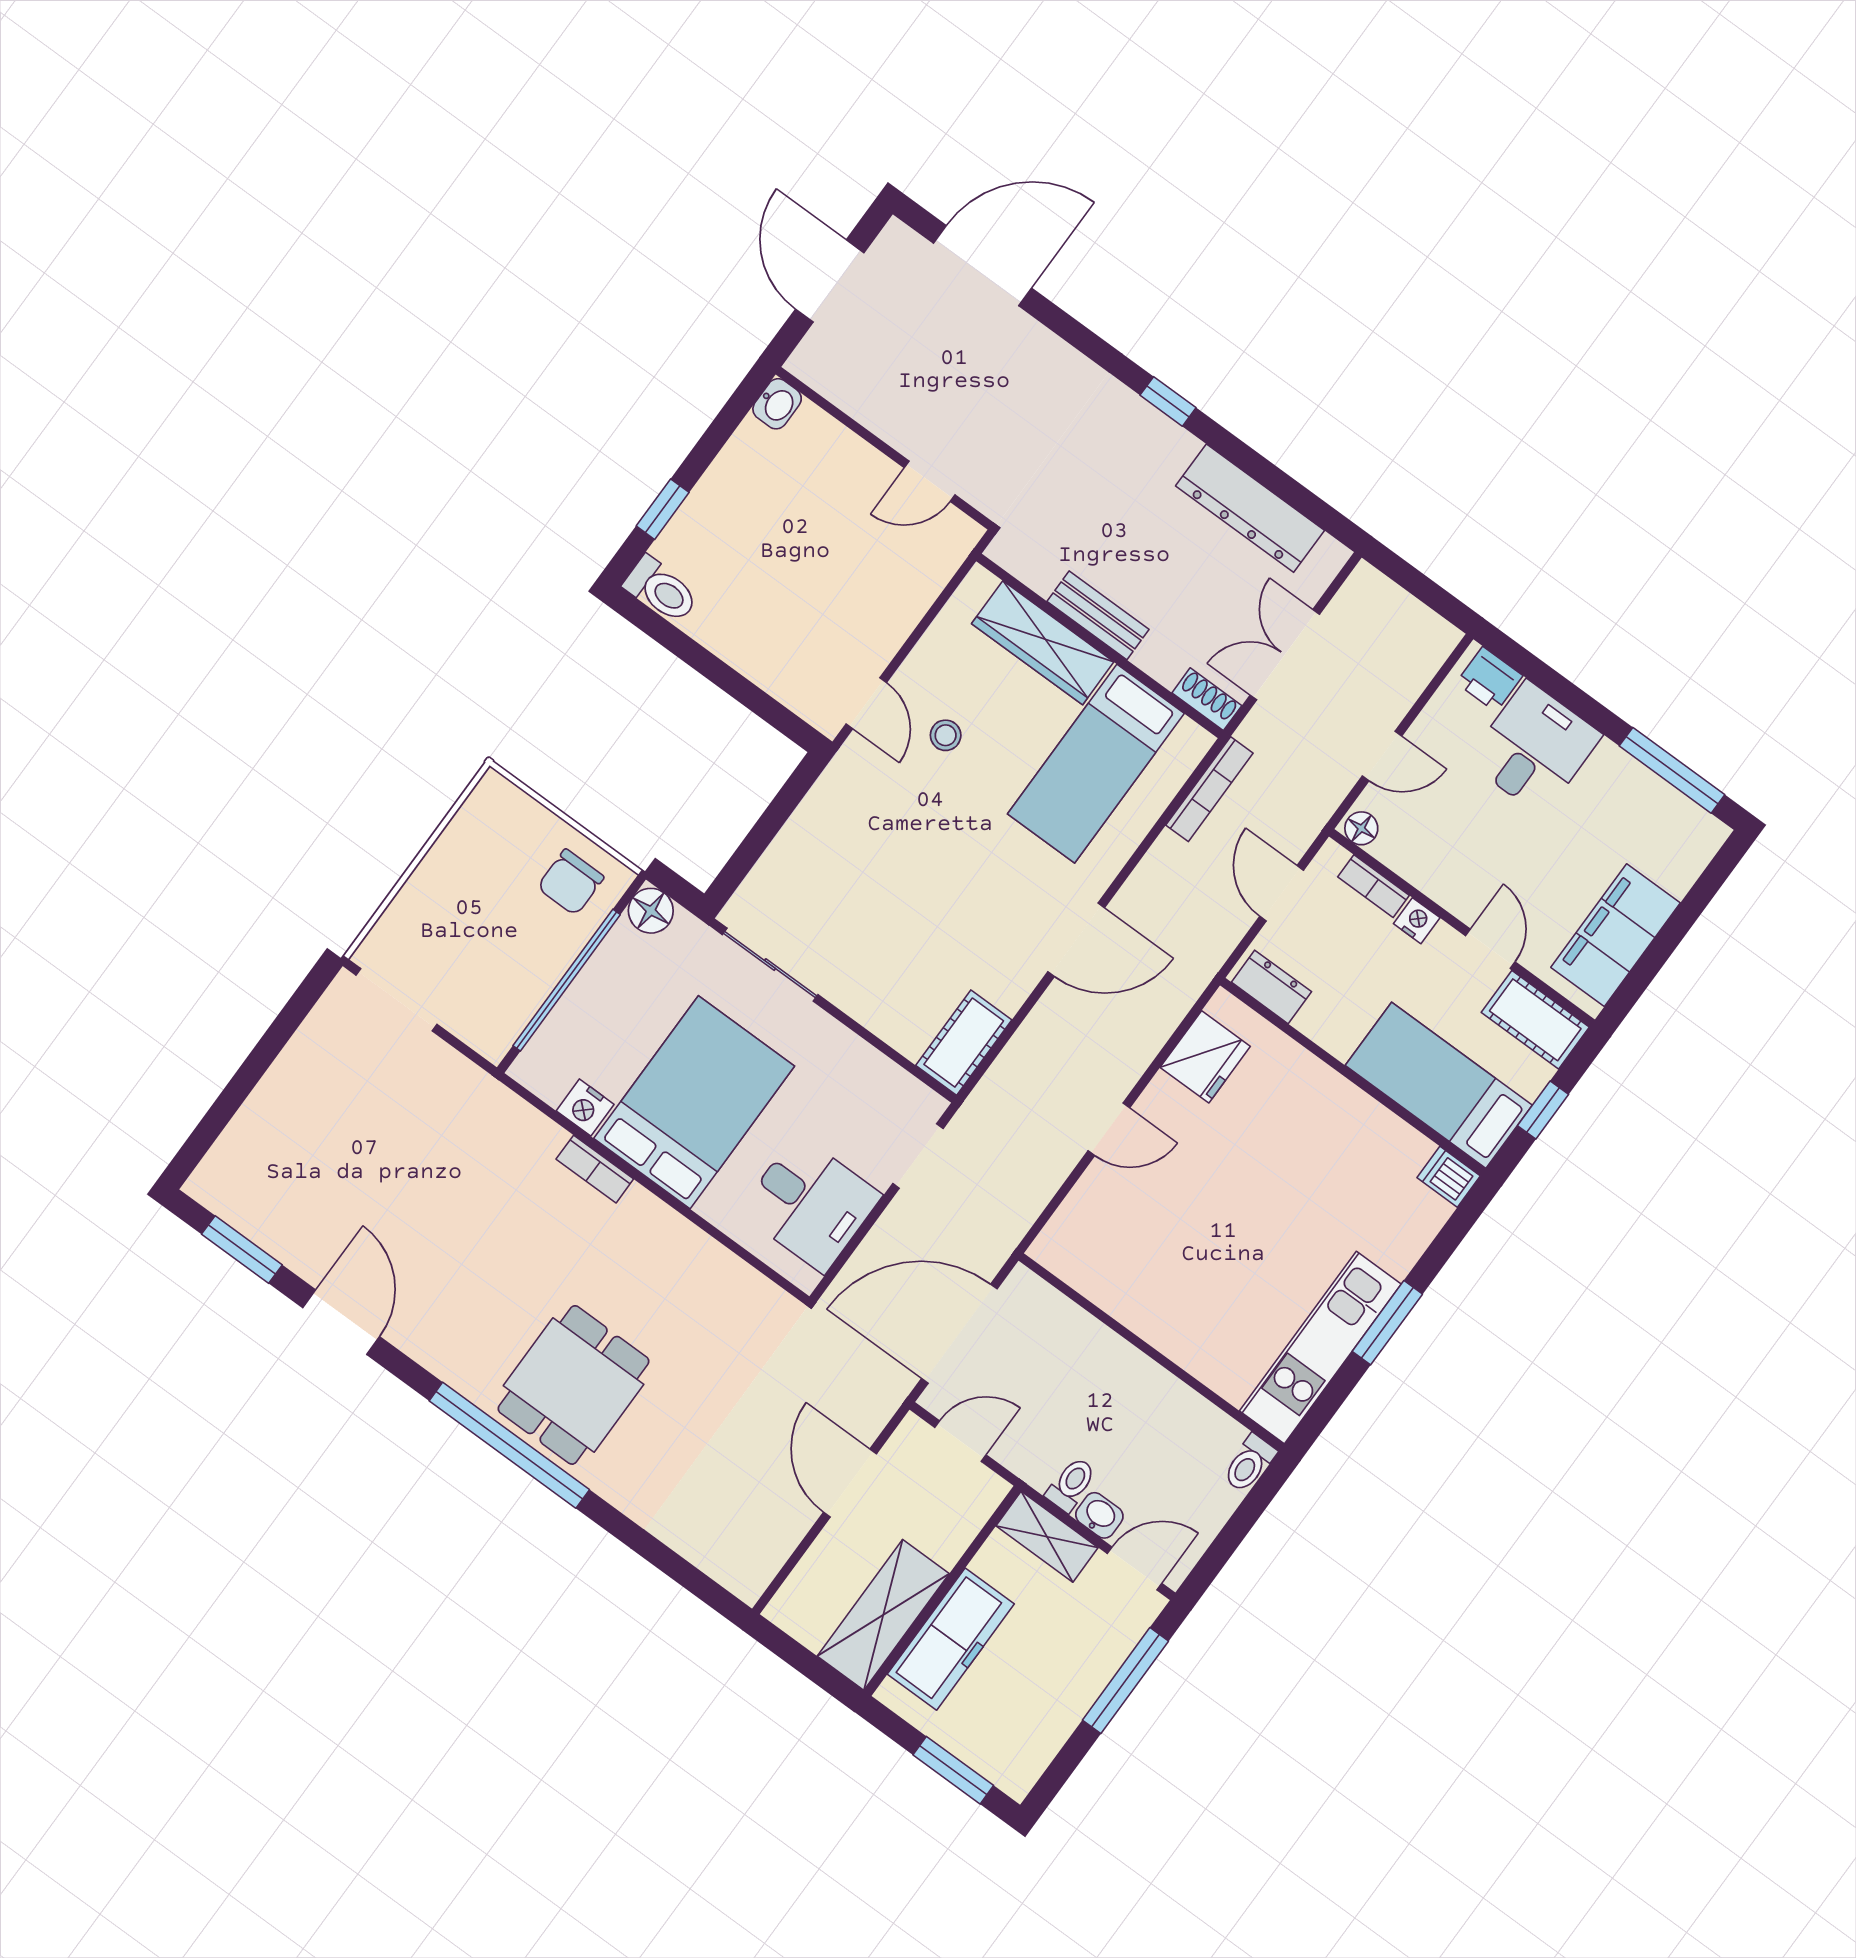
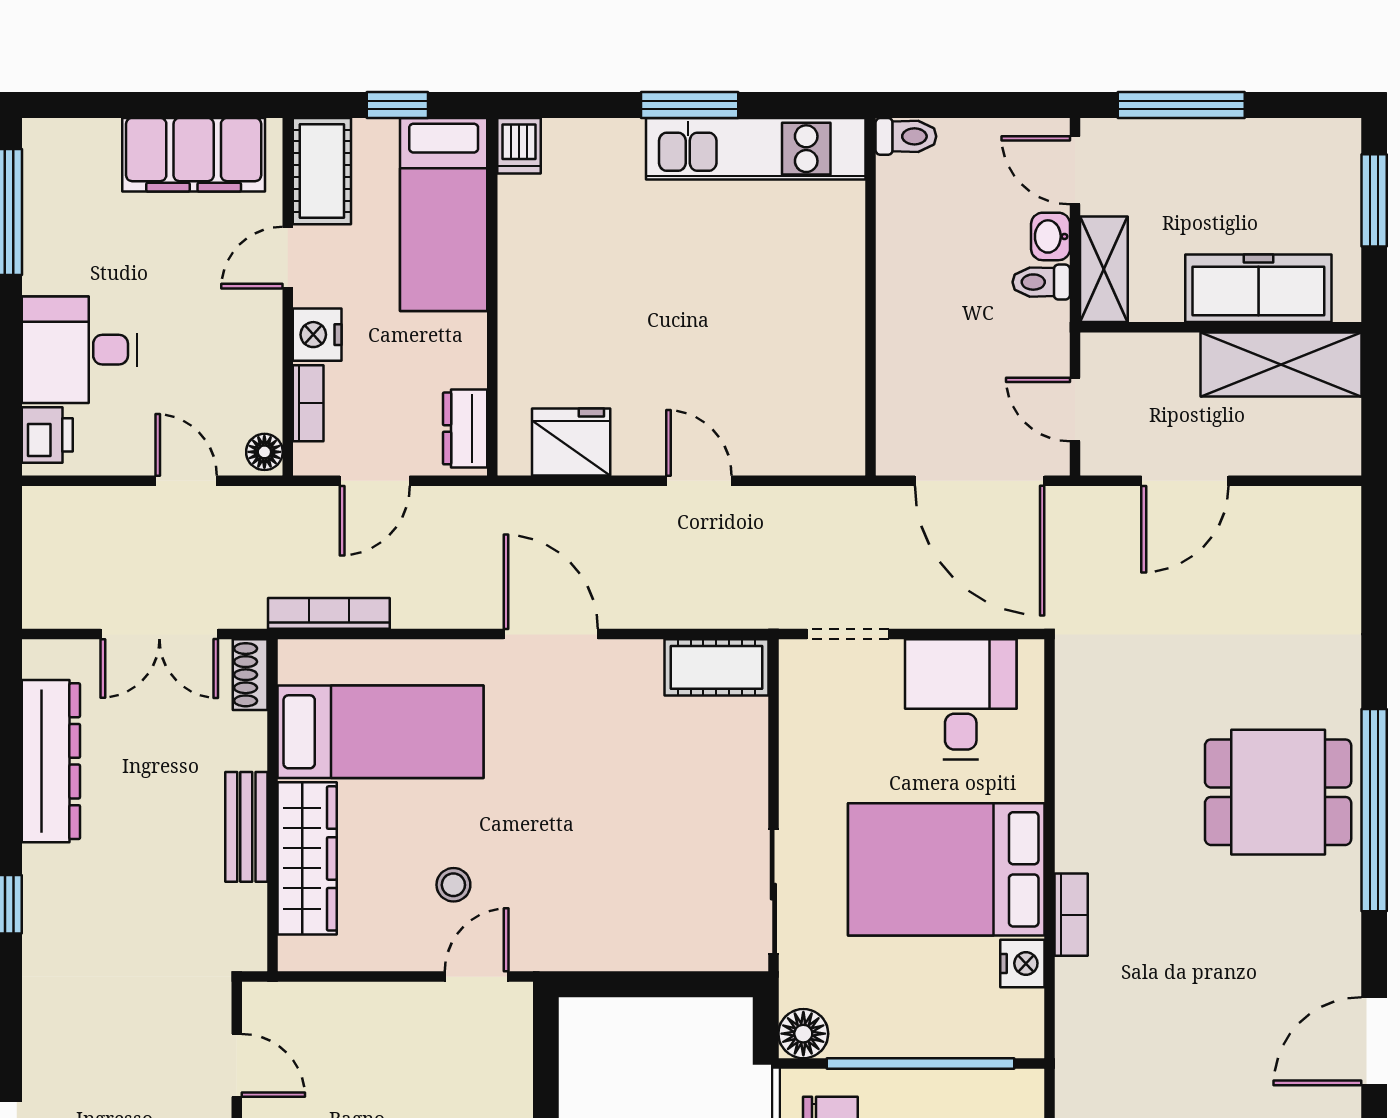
nightstand: (1417, 921) -> (317, 335), width x1.39, depth x1.35

